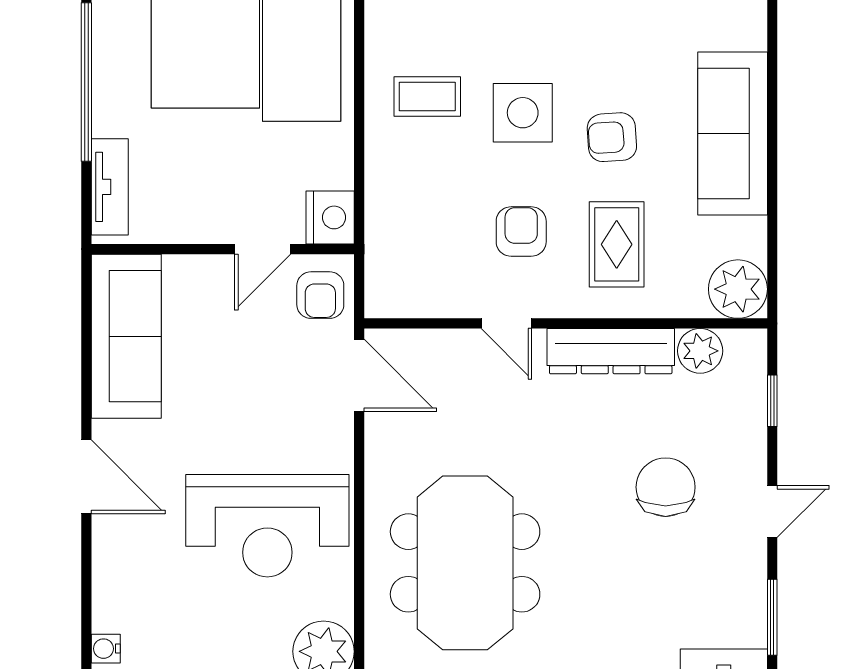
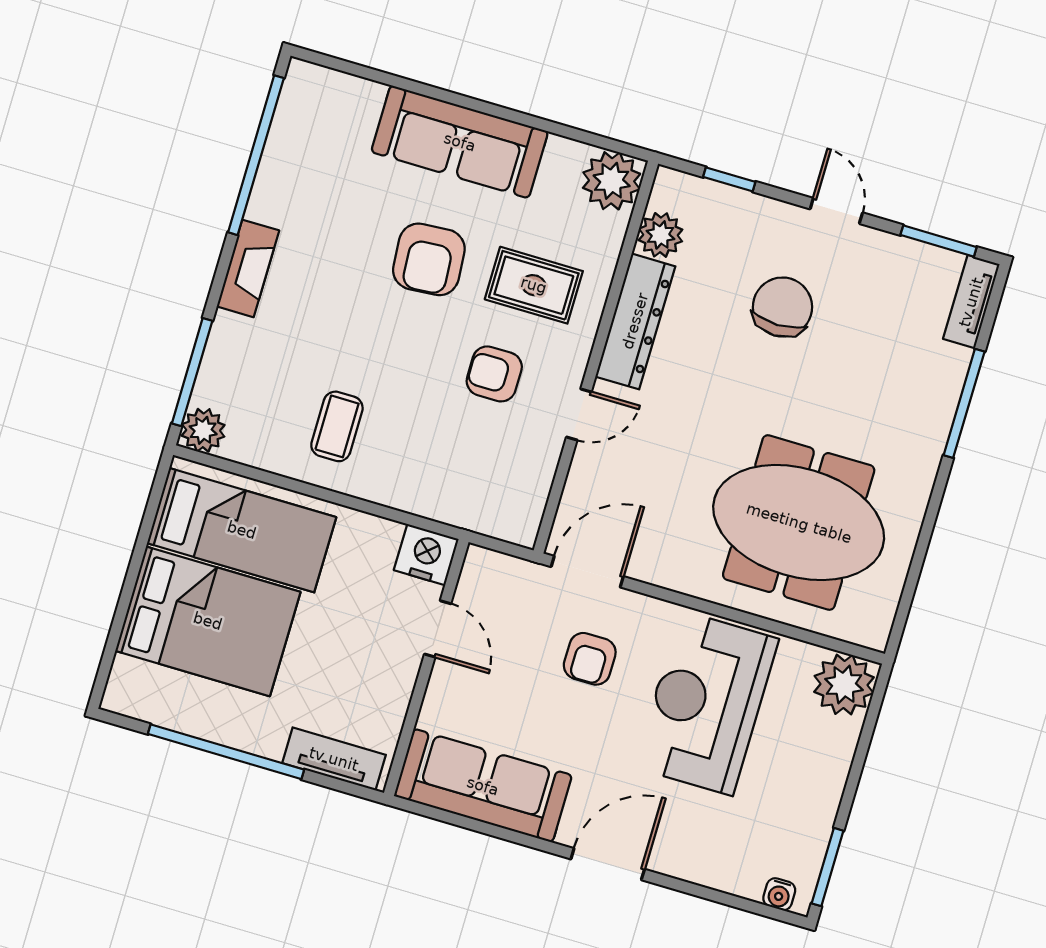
side table: (523, 113) -> (380, 339), removed
armchair: (612, 137) -> (429, 259), width x1.38, depth x1.38
armchair: (320, 295) -> (590, 659), moved, turned 90
chair: (666, 487) -> (782, 307), turned 90
reception desk: (267, 526) -> (706, 703), turned 180

